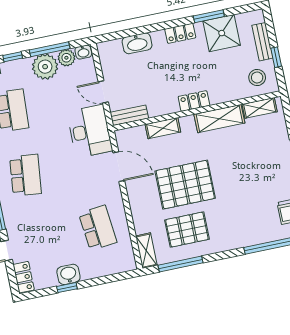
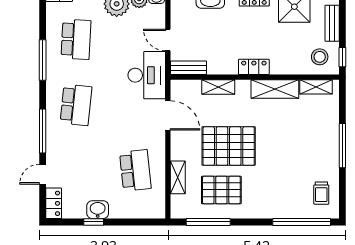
window: (276, 57) -> (342, 57), moved
shelving: (146, 251) -> (178, 177), moved

